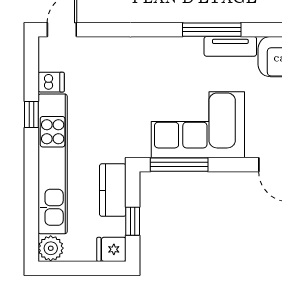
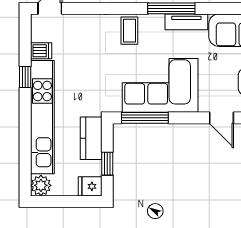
coffee table: (160, 57) -> (129, 31), added

